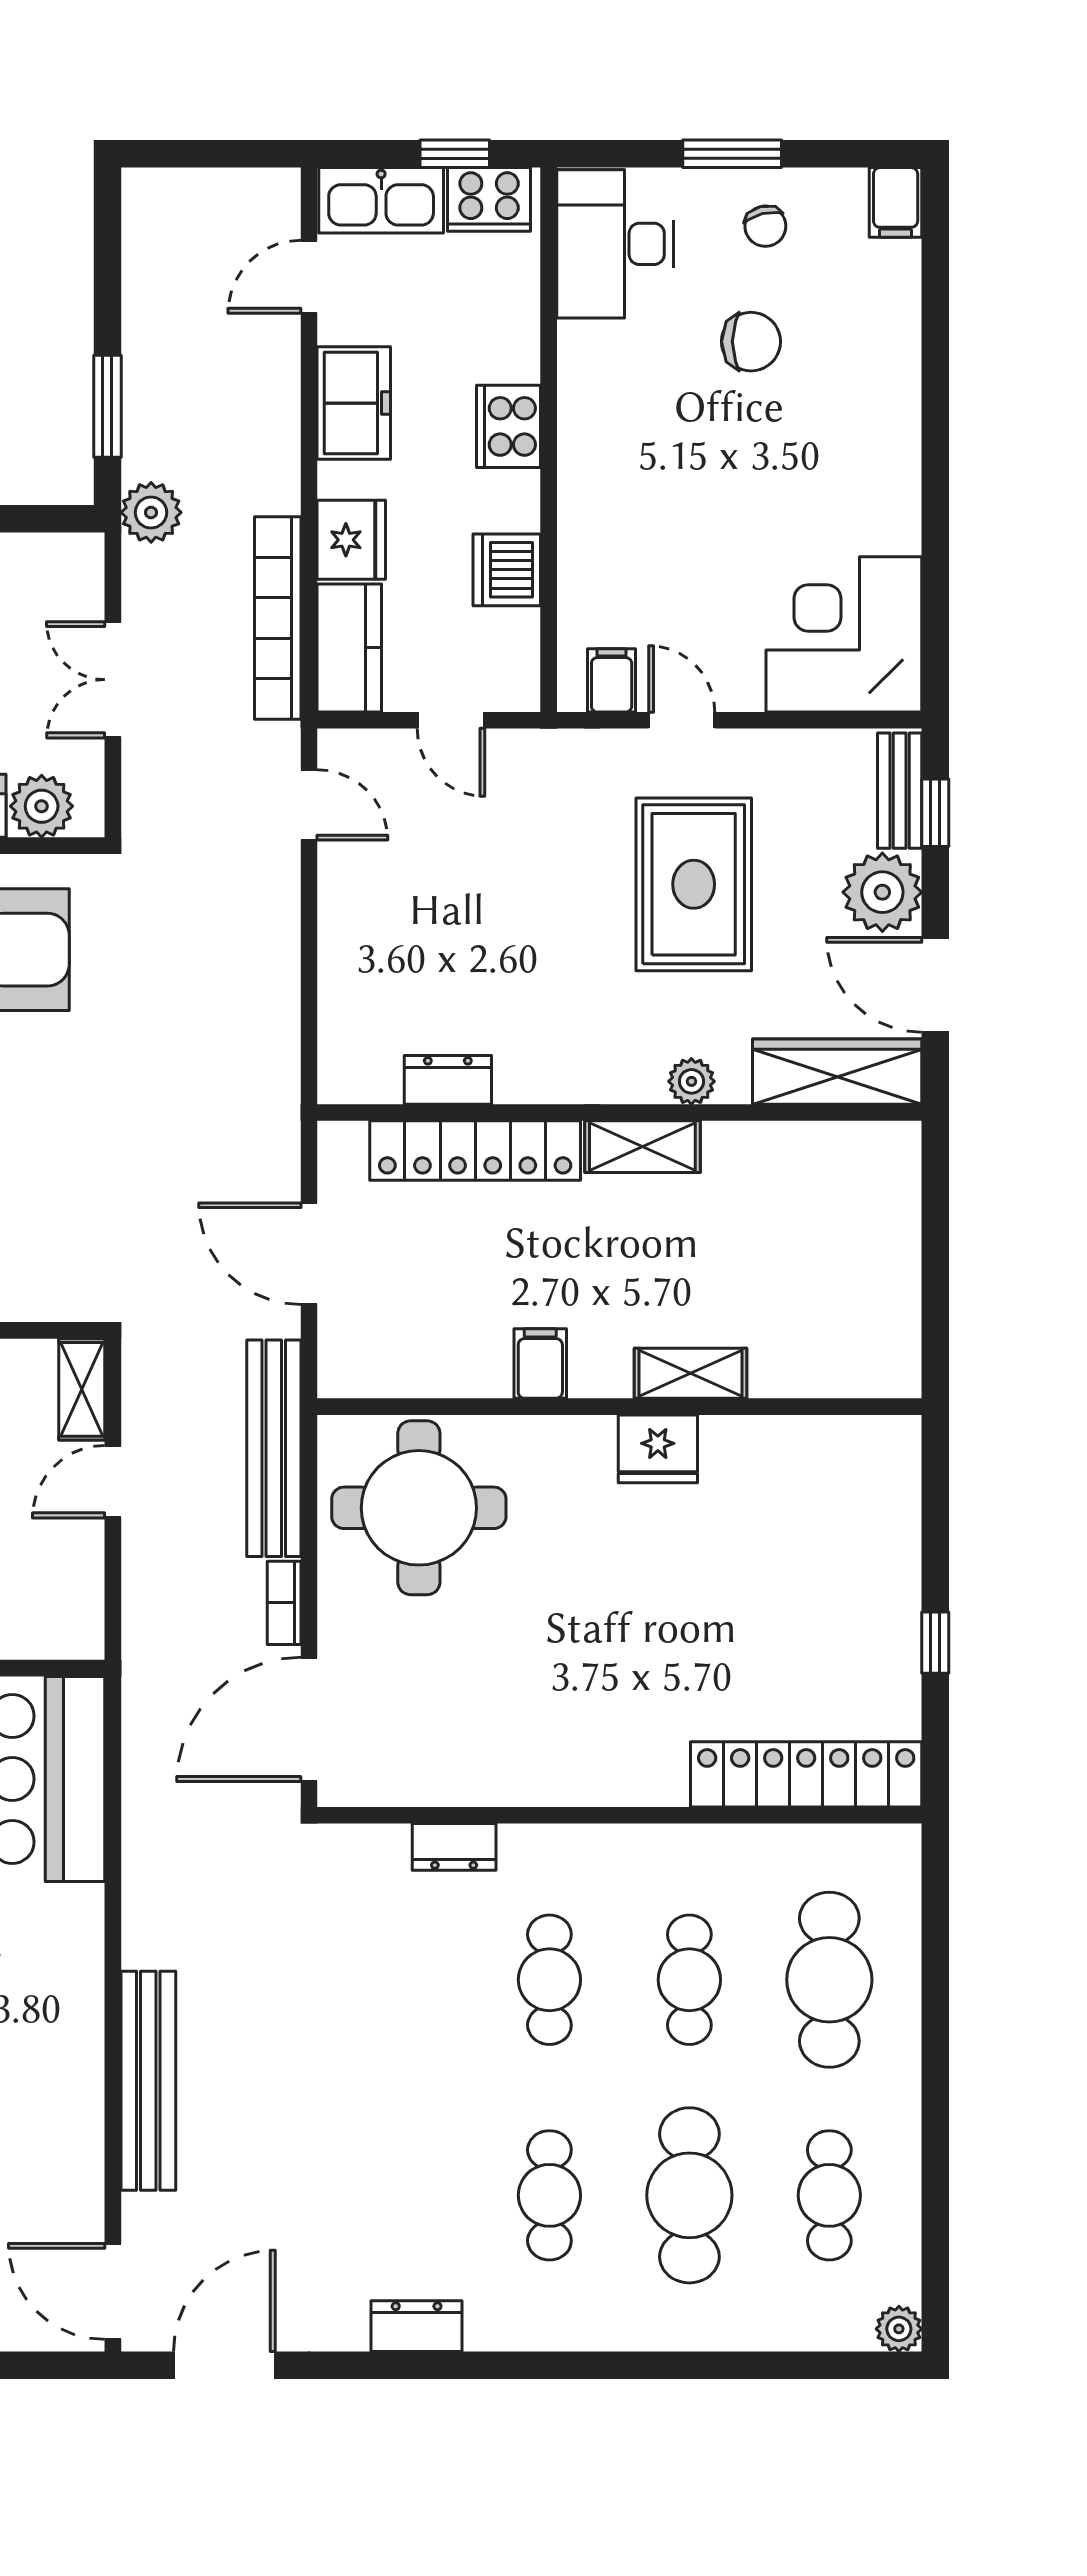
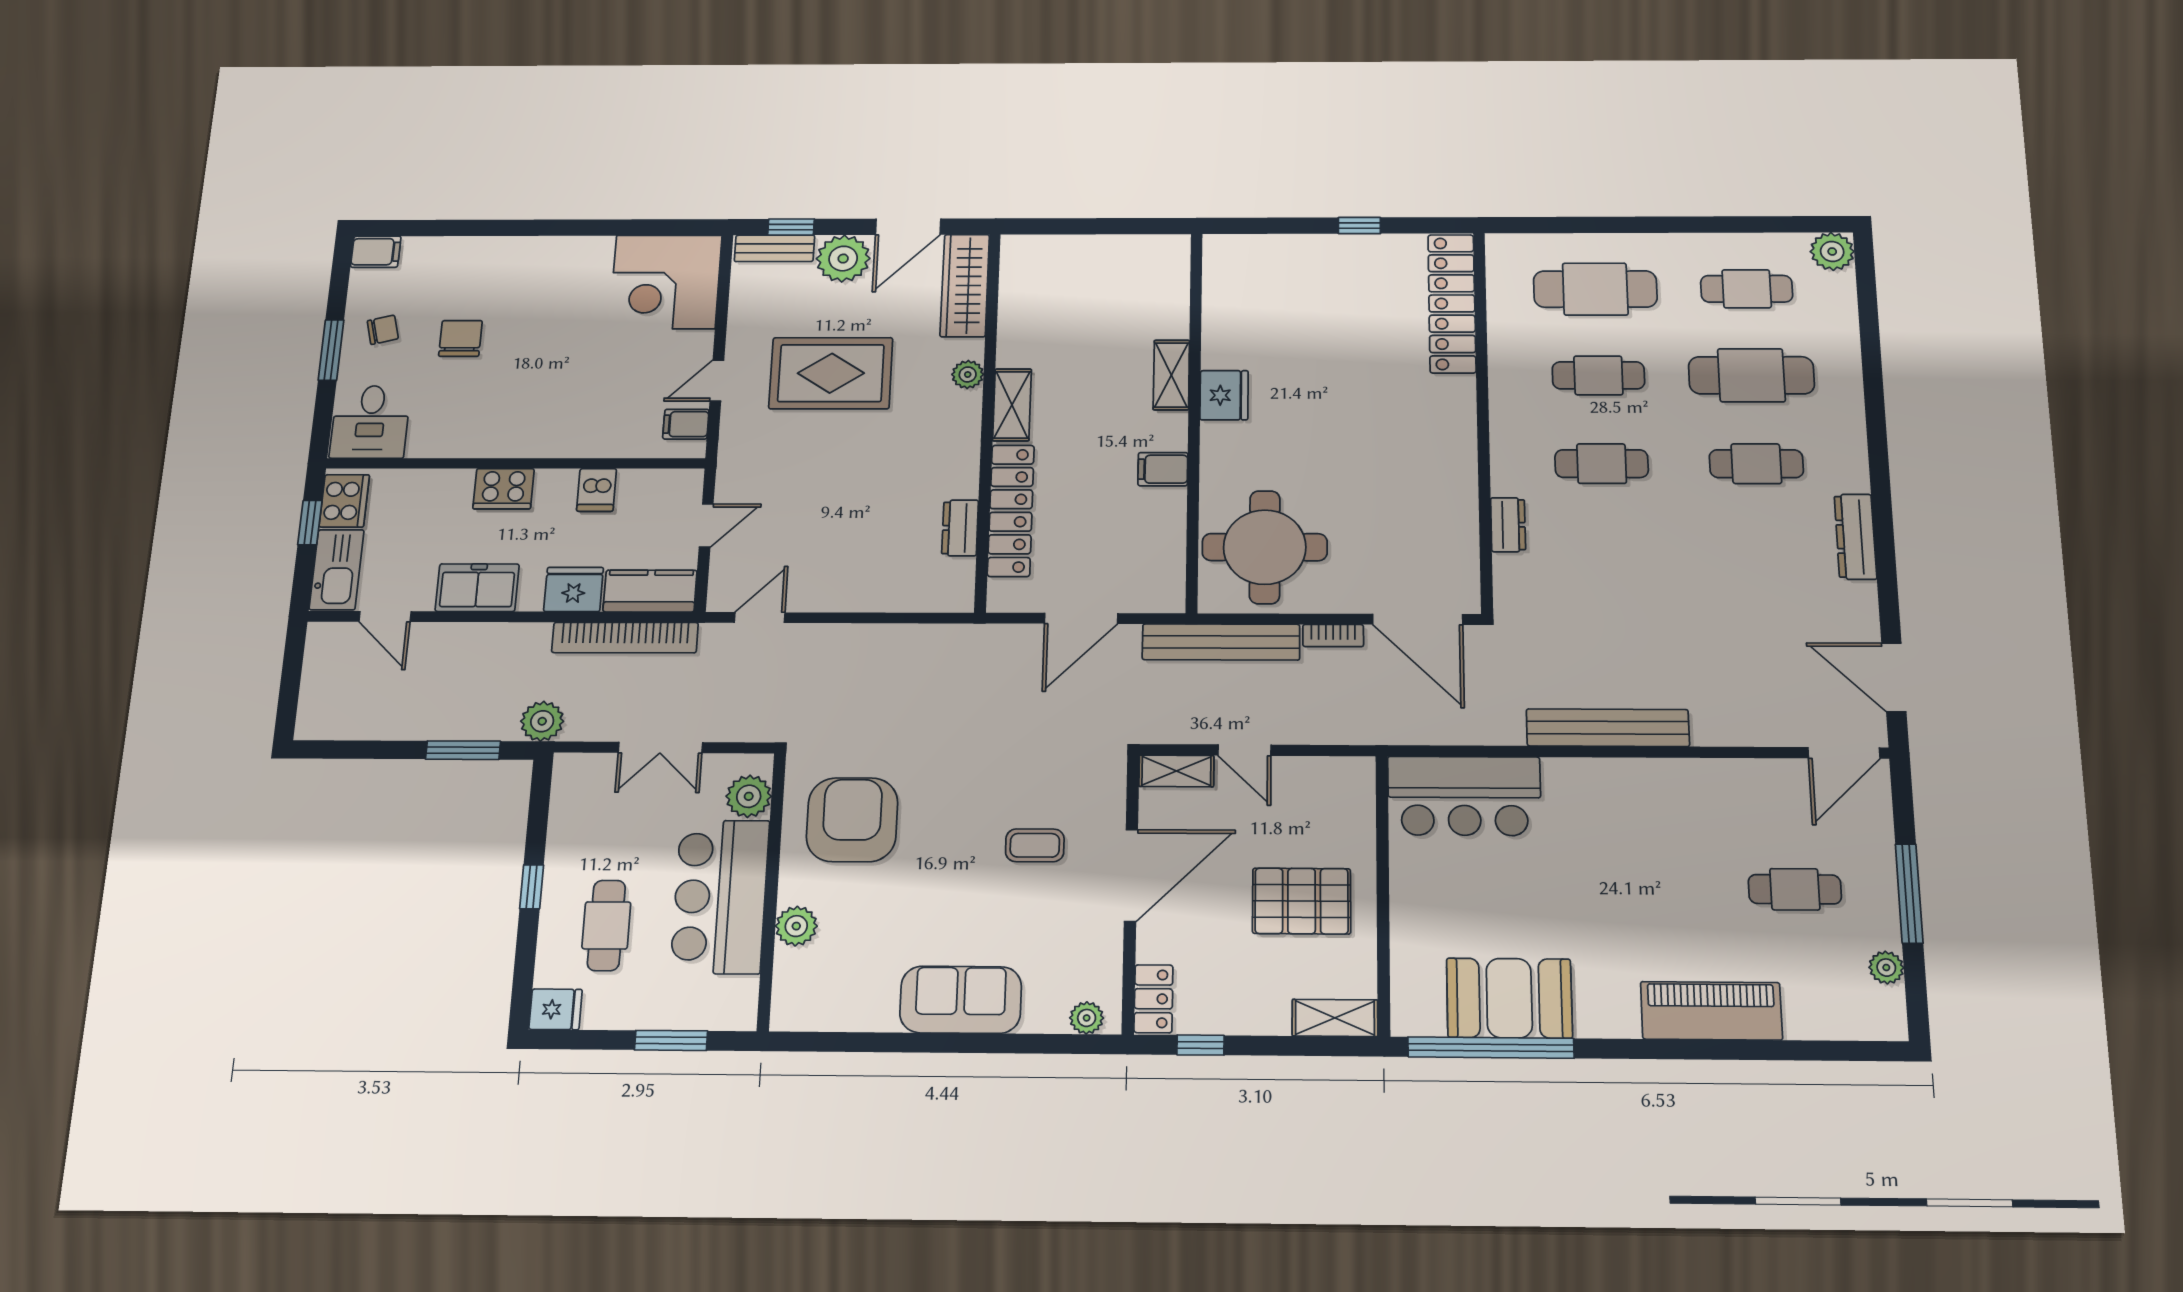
desk: (615, 244) -> (370, 422), width x0.73
dishwasher: (507, 570) -> (597, 490), width x0.73
bench: (148, 2081) -> (1608, 728), moved
dresser: (417, 2326) -> (1855, 537), width x1.44
plant: (899, 2329) -> (1832, 251), width x1.38, depth x1.38

